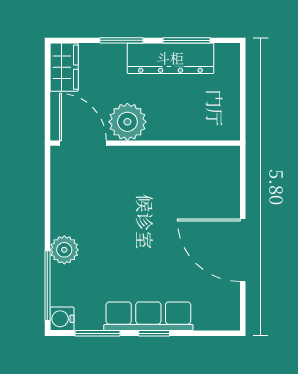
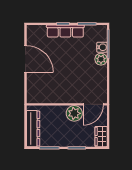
dresser: (170, 58) -> (33, 129), moved, turned 90
door: (83, 143) -> (93, 104), hinge flipped
water cooler: (62, 319) -> (102, 47), moved

